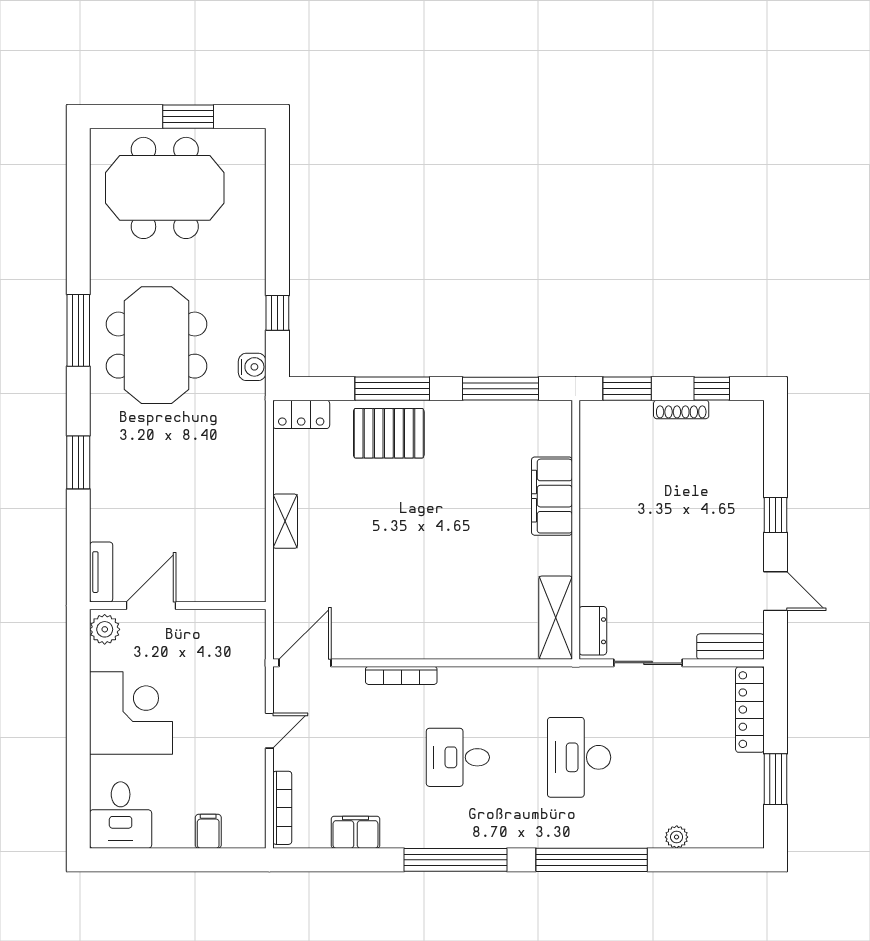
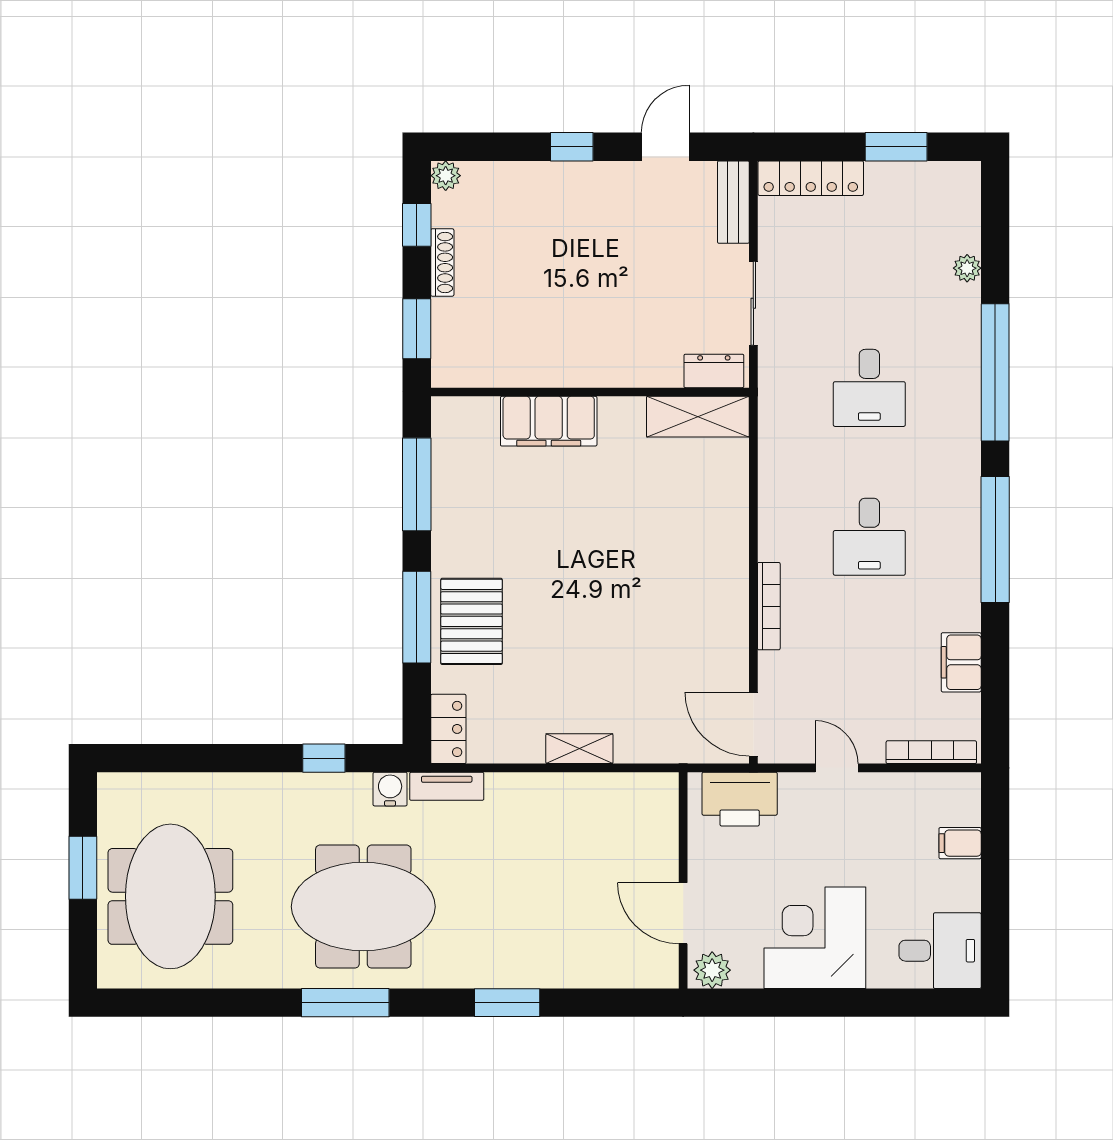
plant: (752, 412) -> (446, 176), added
tv unit: (101, 572) -> (447, 786), moved, turned 180
printer: (244, 652) -> (740, 799), added
desk: (579, 757) -> (869, 388), width x0.73

